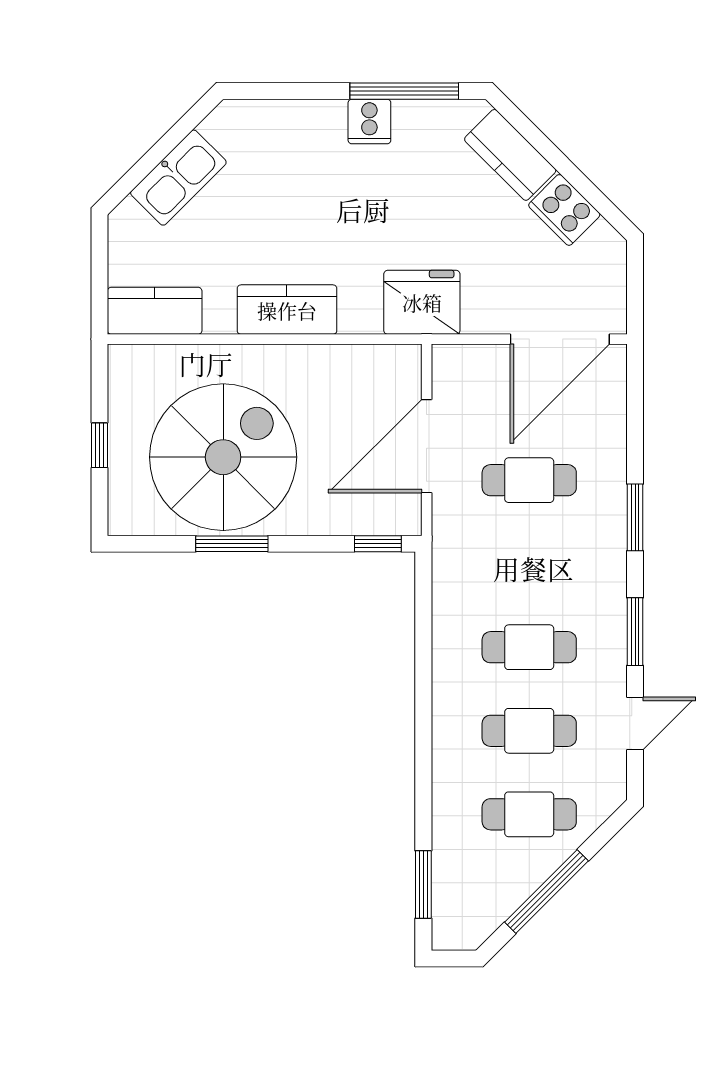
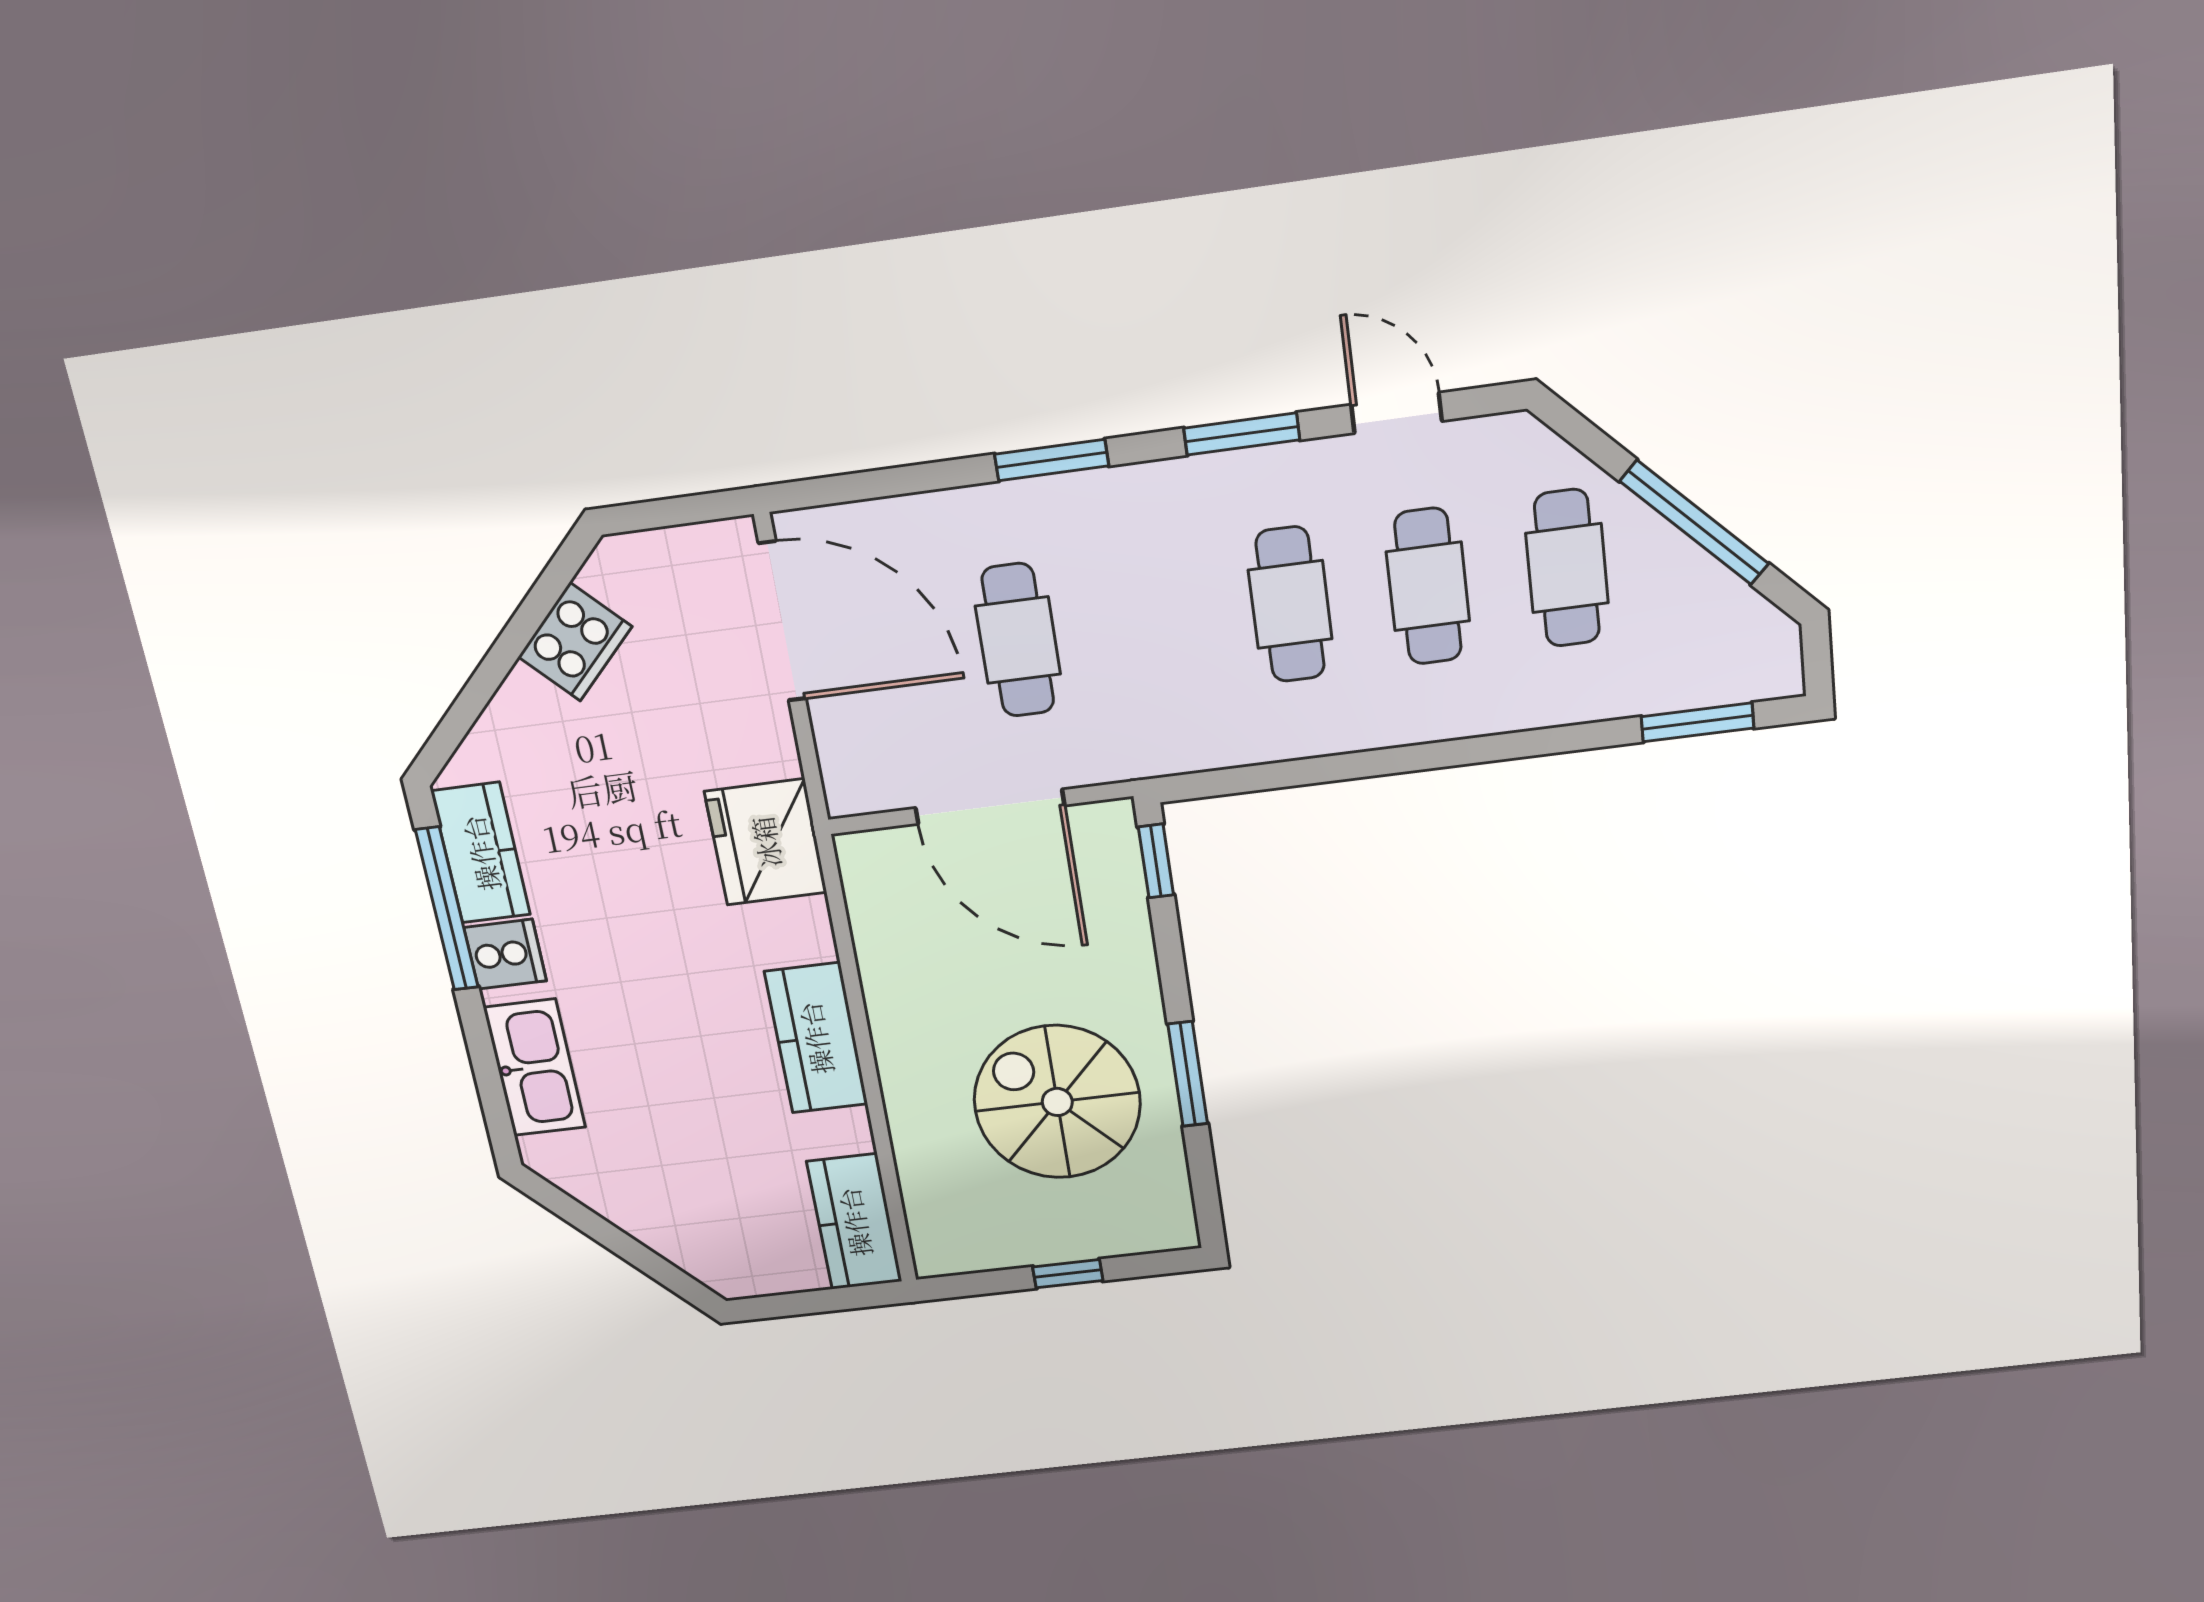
kitchen counter: (510, 155) -> (481, 853), moved, turned -45
kitchen sink: (178, 178) -> (535, 1068), moved, turned 45
spiral stairs: (223, 457) -> (1057, 1102), width x0.73, depth x0.73

